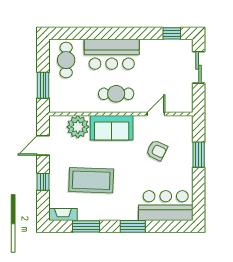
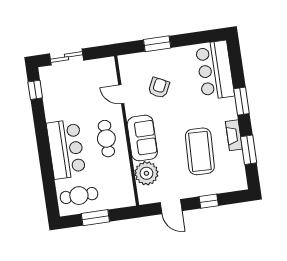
window: (43, 85) -> (95, 218), moved
fireplace: (63, 215) -> (234, 135), moved

